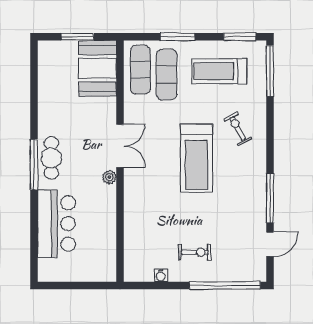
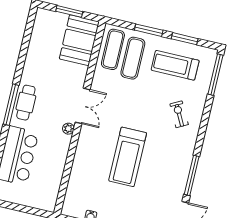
window: (240, 37) -> (185, 39), moved
treadmill: (196, 158) -> (128, 157), moved
exercise bike: (195, 252) -> (122, 204), removed

